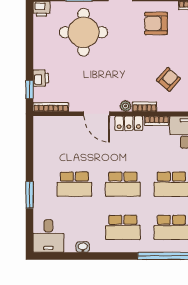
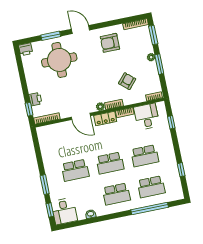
window: (30, 230) -> (50, 210), added

